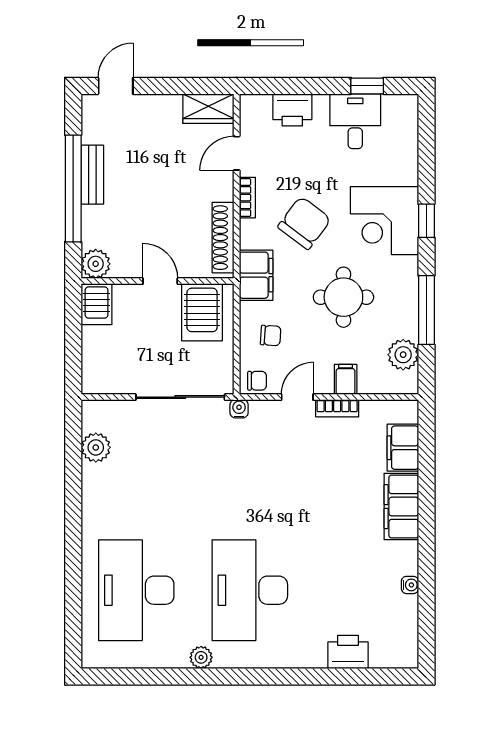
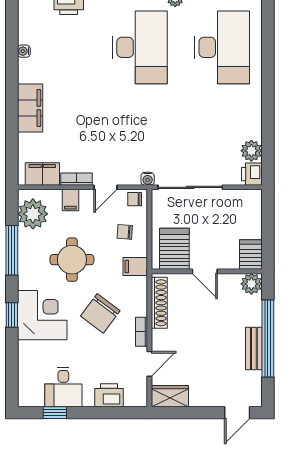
filing cabinet: (256, 275) -> (135, 266), width x0.50
plant: (403, 355) -> (33, 214), width x1.36, depth x1.36
printer: (95, 415) -> (252, 174), added
filing cabinet: (403, 448) -> (42, 174), moved, turned -90

